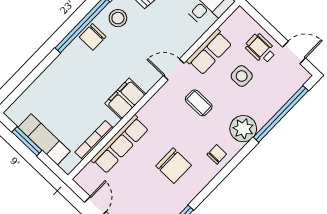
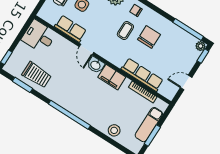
stool: (118, 18) -> (114, 130), moved
chair: (93, 37) -> (76, 106), removed
washbasin: (148, 78) -> (96, 65), added
coffee table: (199, 103) -> (125, 31), moved

